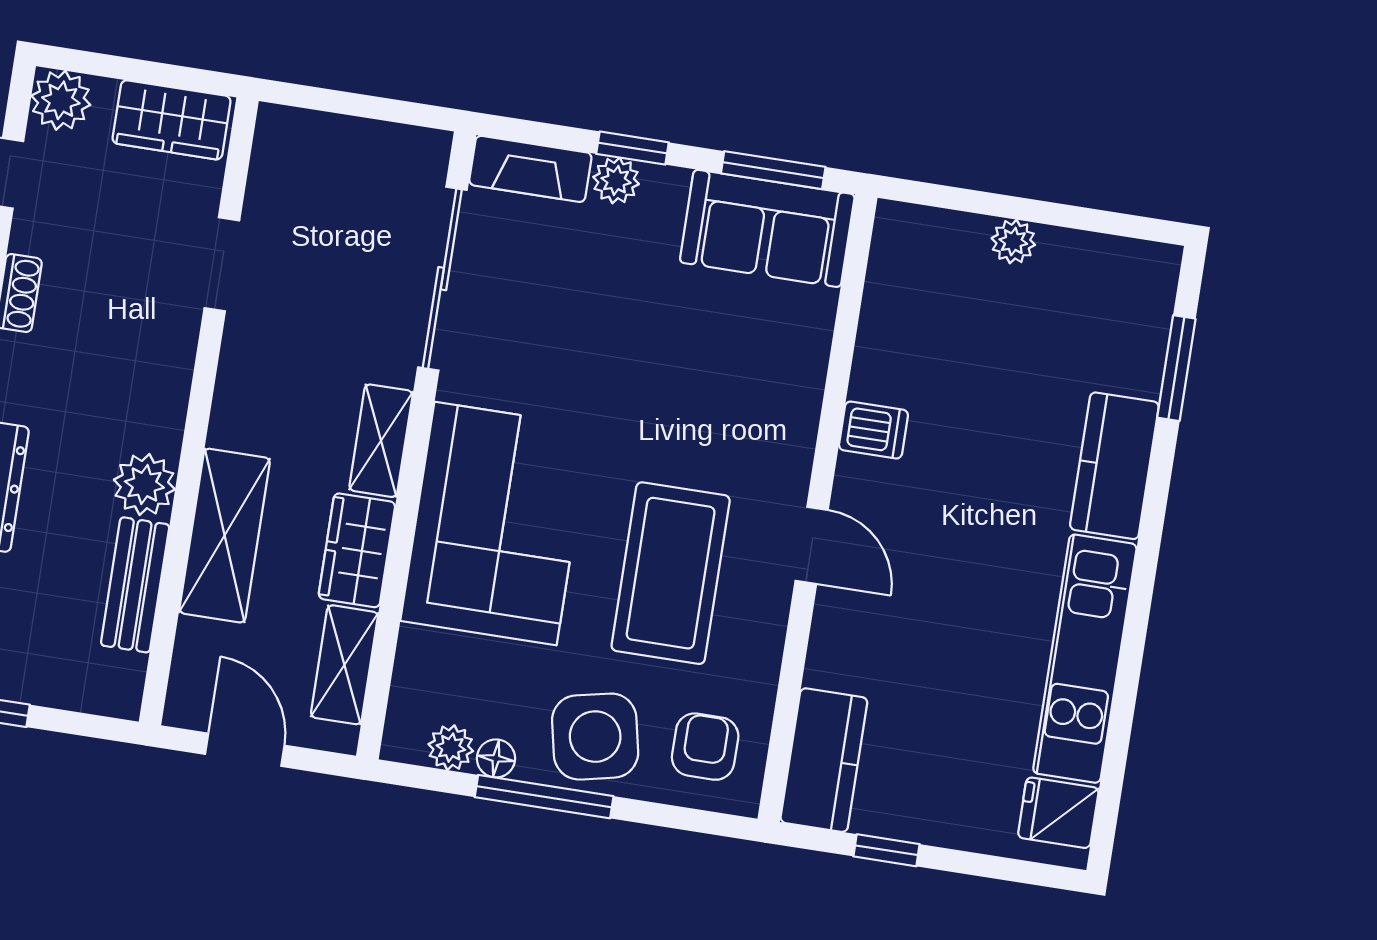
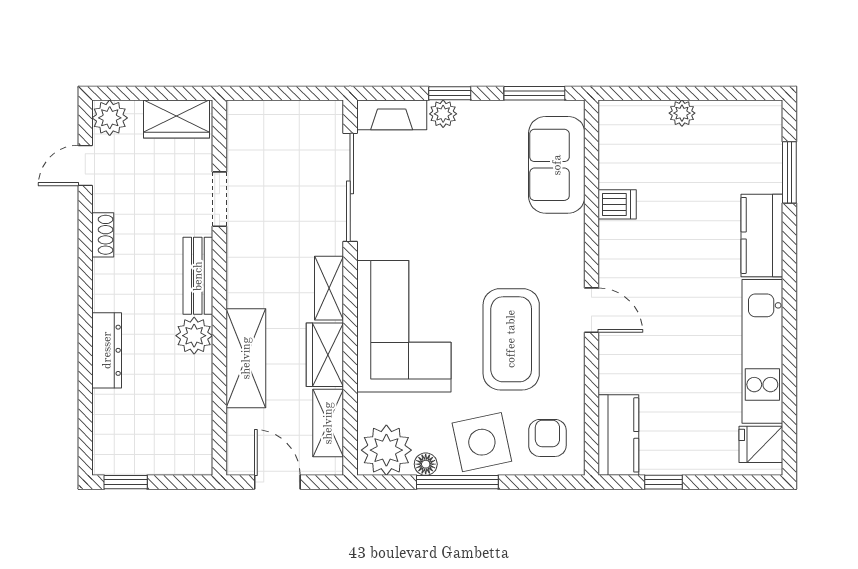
sofa: (767, 228) -> (557, 165), moved, turned 90
dishwasher: (873, 430) -> (617, 204), moved
bench: (135, 585) -> (198, 276), moved
plant: (451, 748) -> (386, 450), width x1.88, depth x1.88

